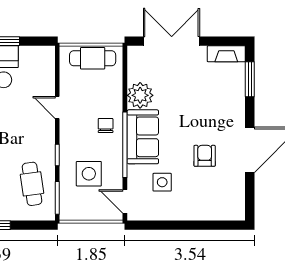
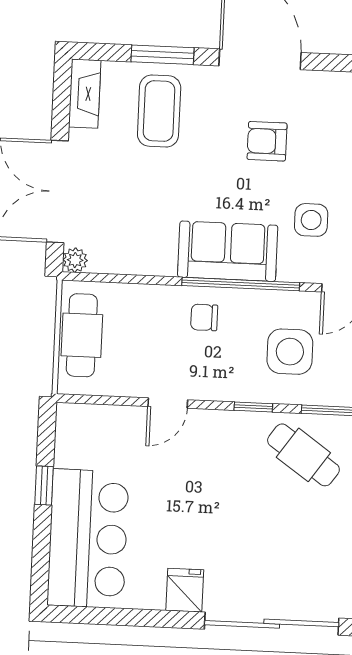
window: (250, 79) -> (163, 55), moved
plant: (140, 95) -> (75, 260), moved, width x0.53, depth x0.53
coffee table: (219, 95) -> (159, 111), added
cafe table: (32, 184) -> (303, 455), turned 43

